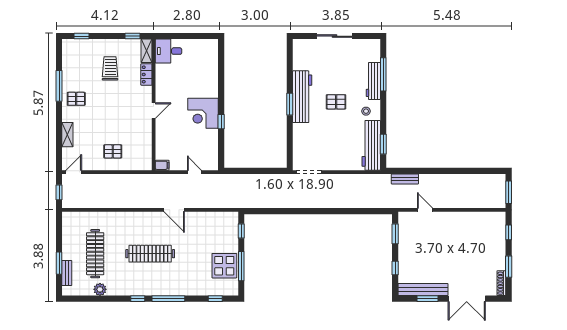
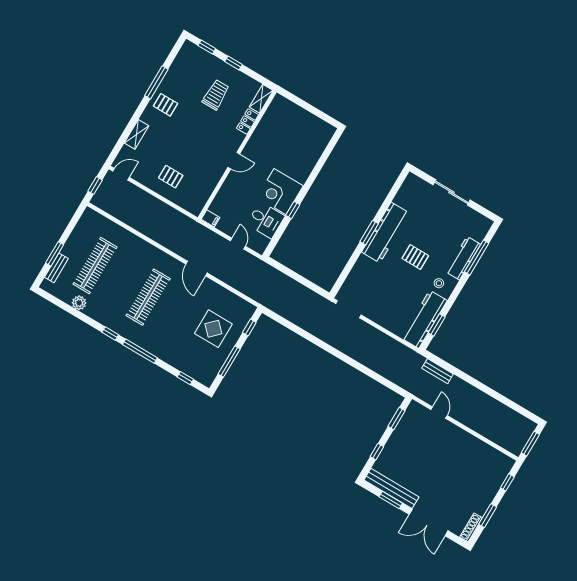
window: (132, 36) -> (234, 63), moved
desk: (169, 51) -> (266, 220), moved, turned 180
clothes rail: (150, 254) -> (148, 297), turned 90
display table: (224, 266) -> (213, 329), moved

